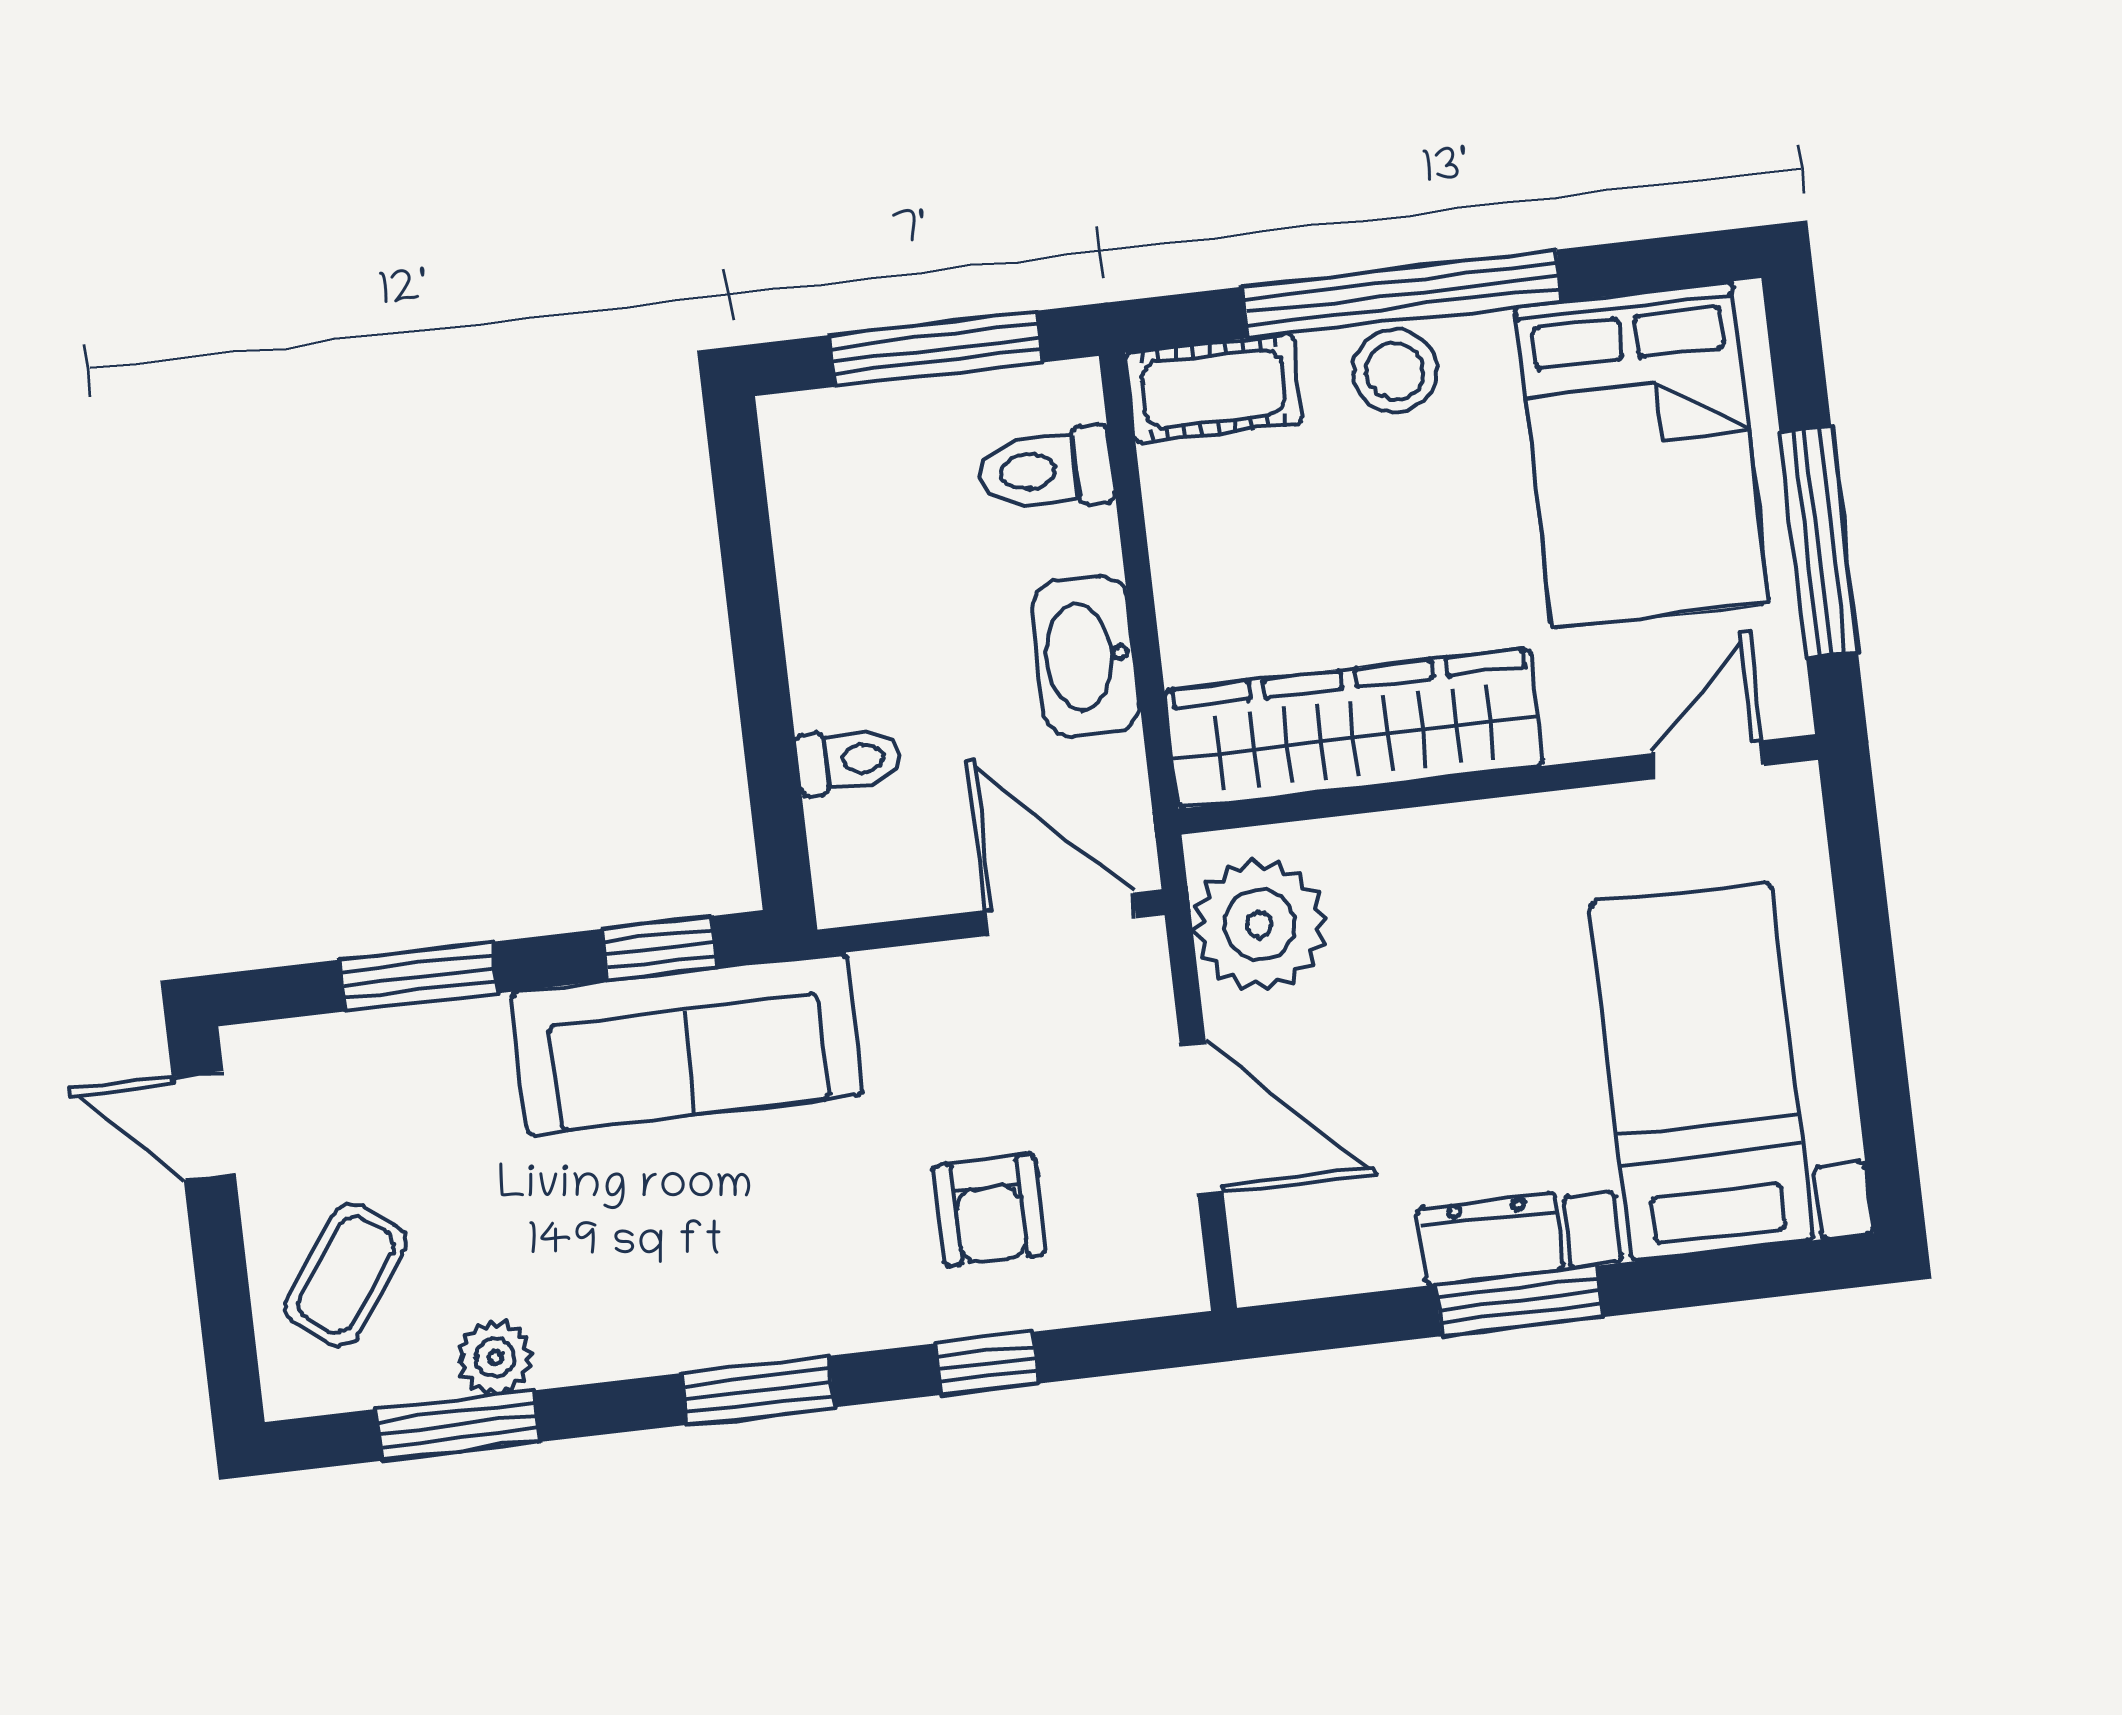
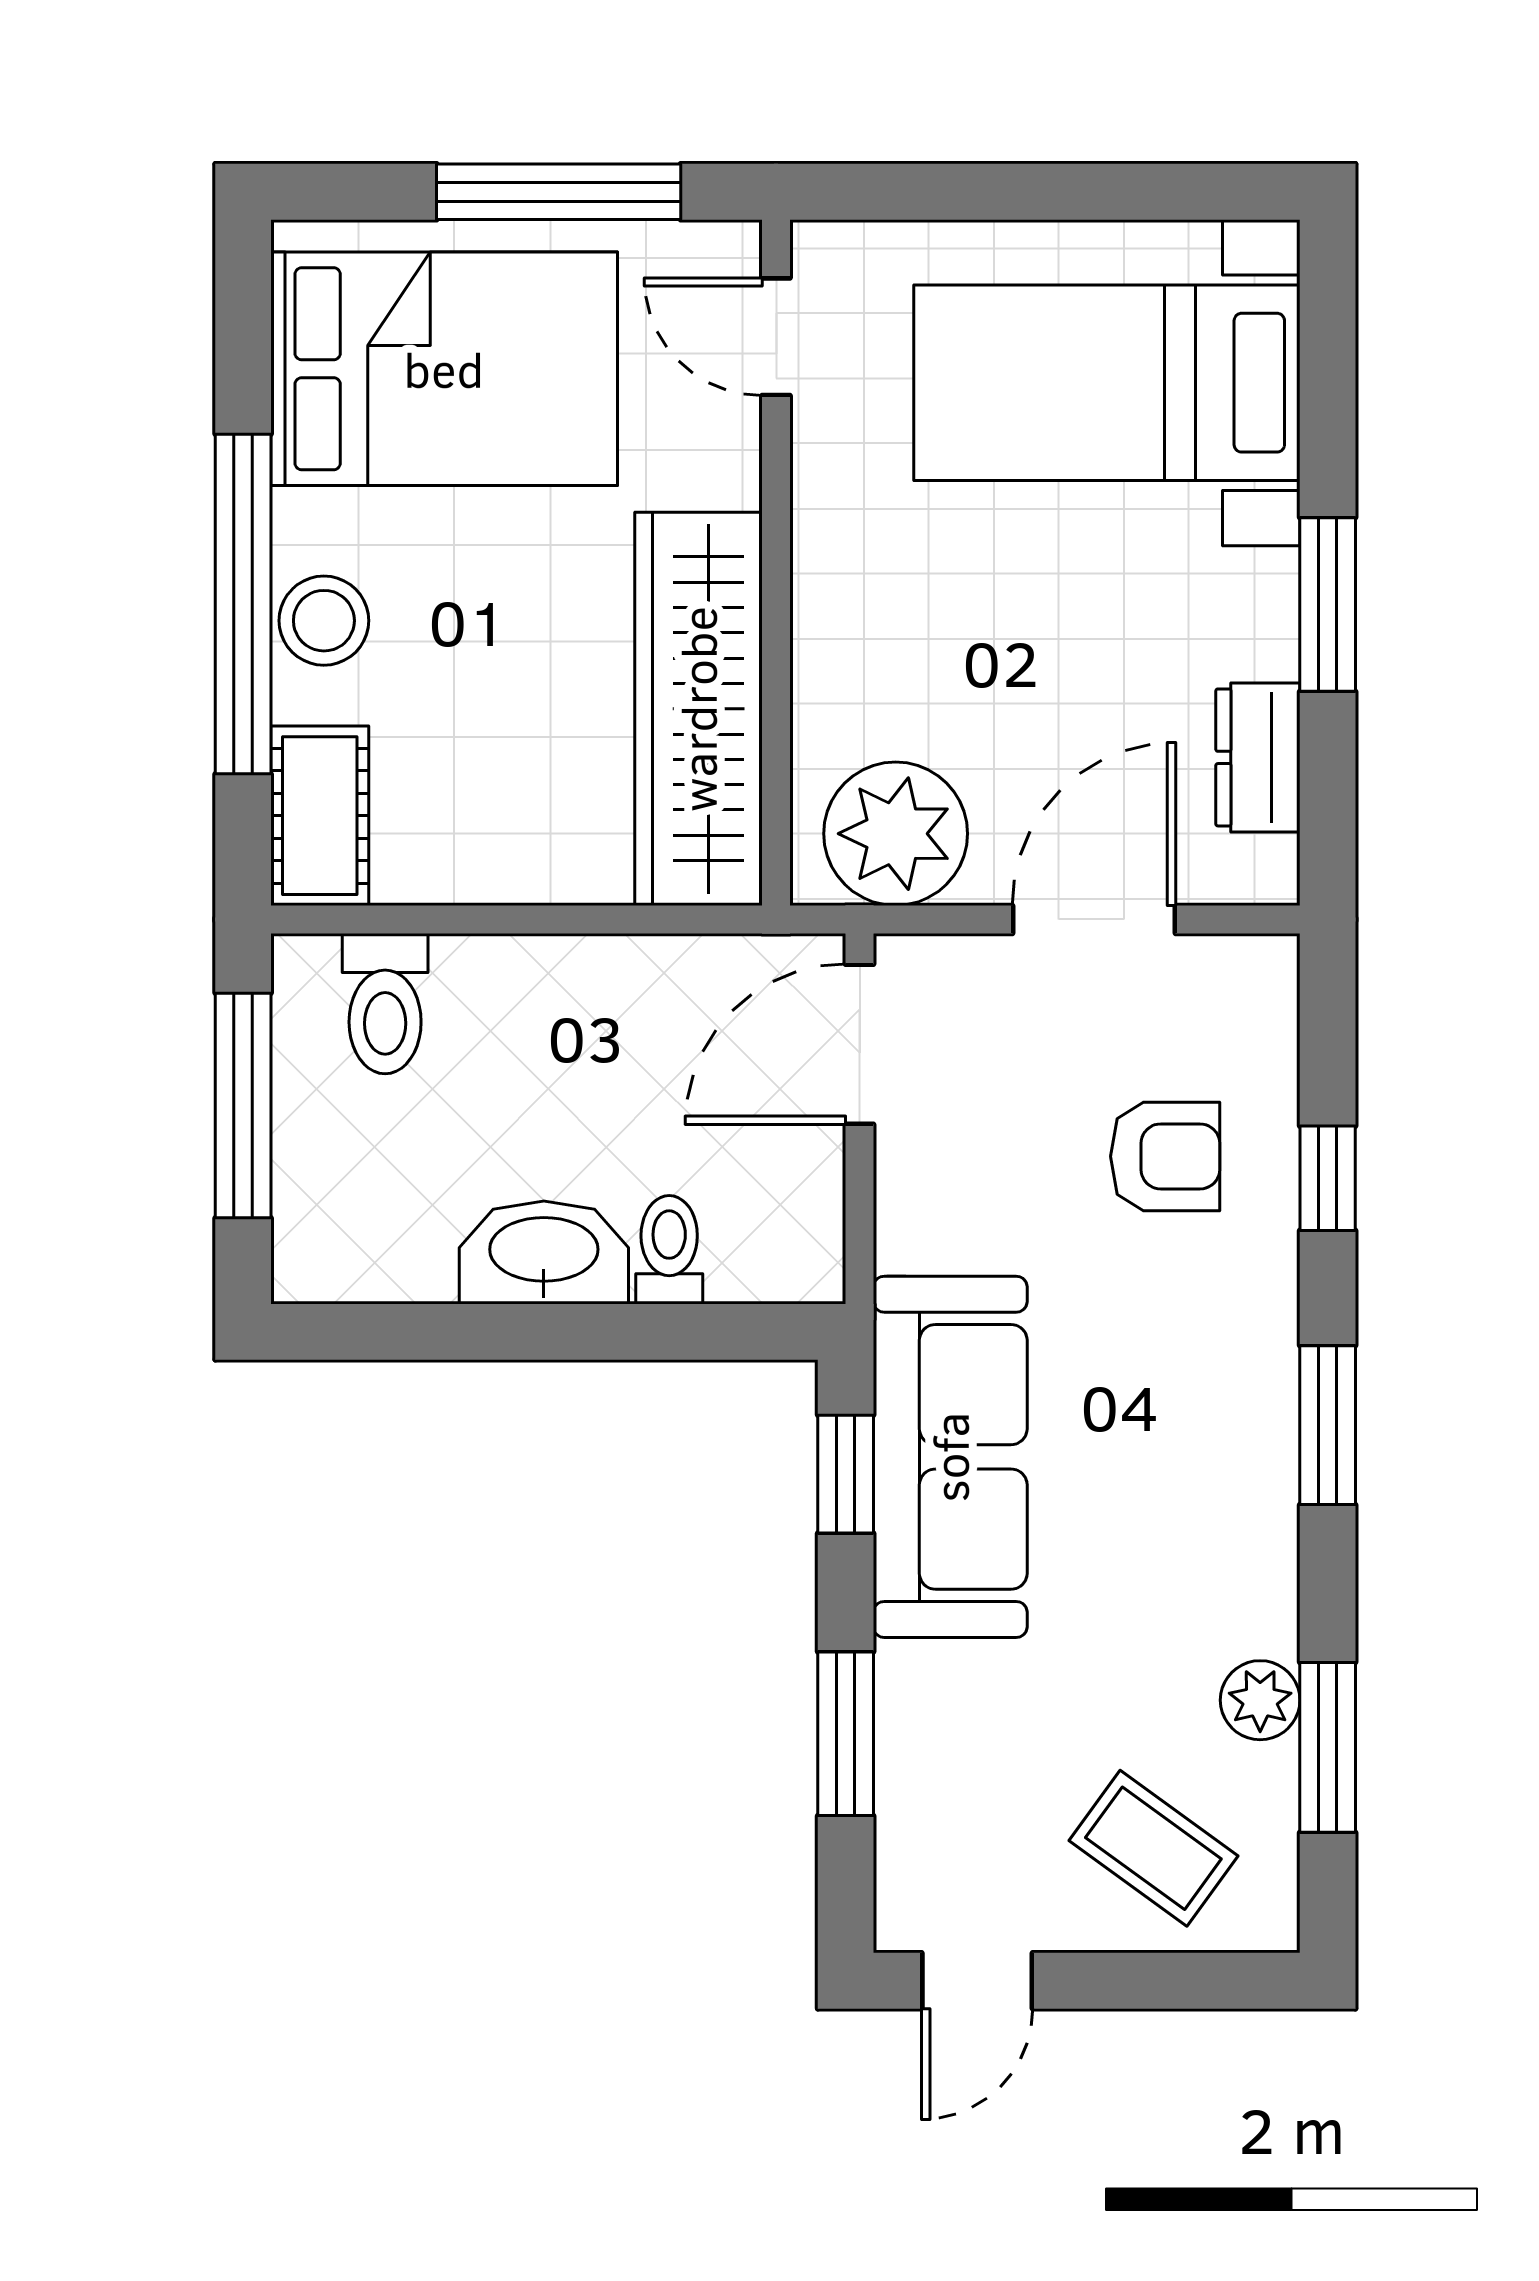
washbasin: (1086, 656) -> (544, 1252), moved, turned 180
dresser: (1490, 1239) -> (1258, 757), moved

